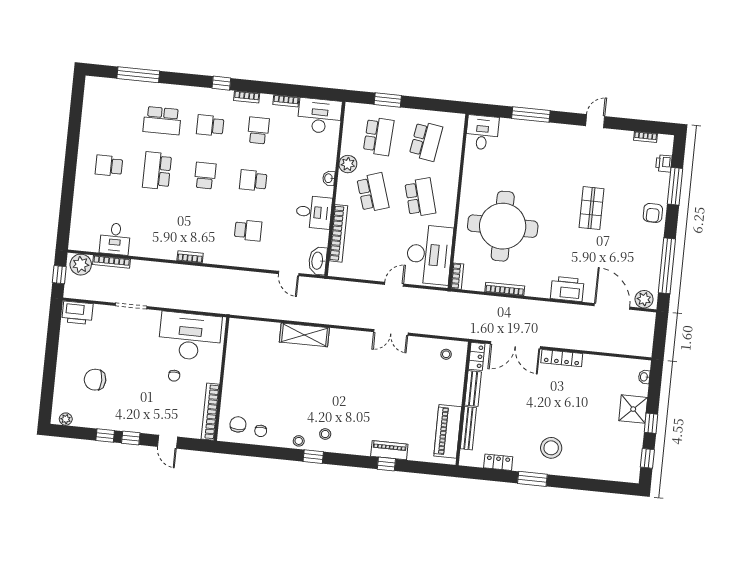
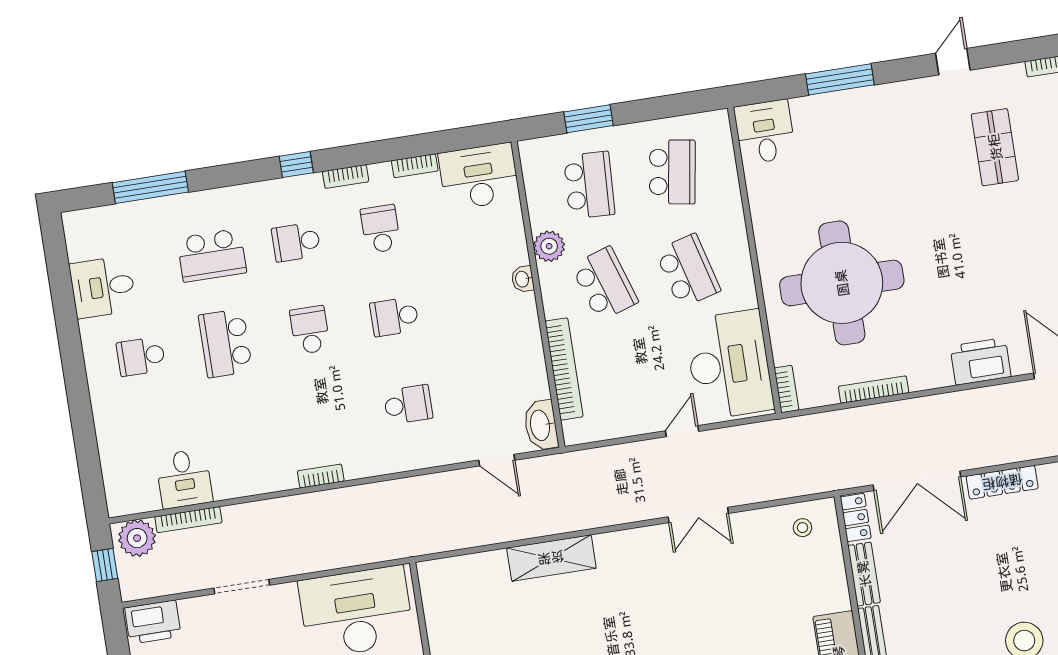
shop shelf: (591, 208) -> (995, 147), moved
desk: (314, 212) -> (103, 287), moved, turned 180

